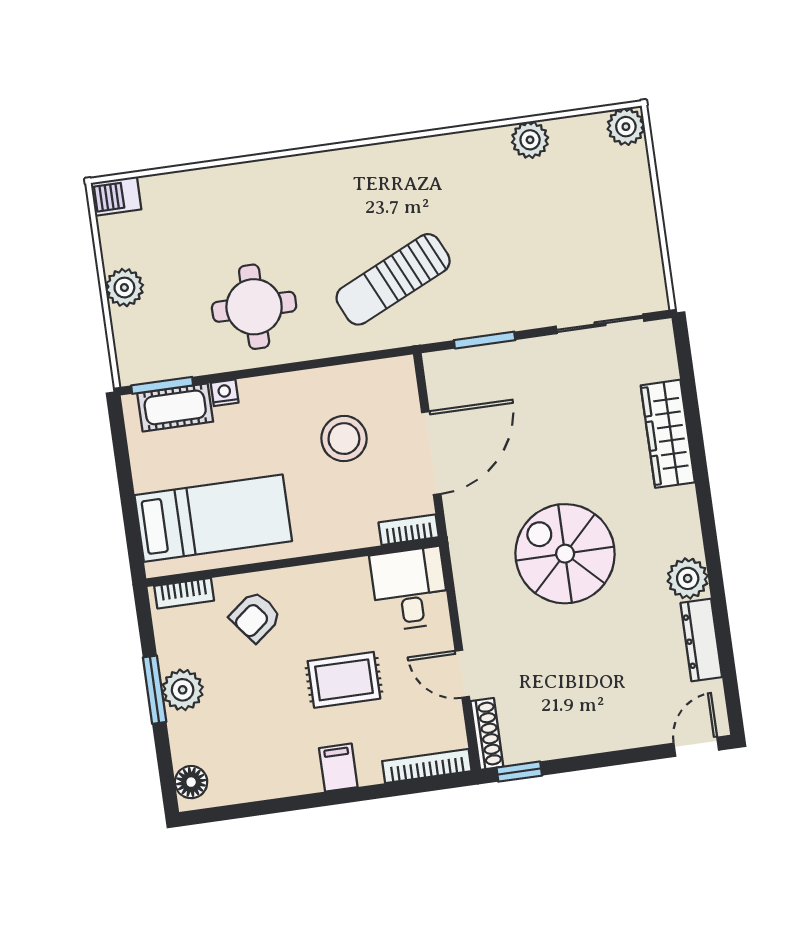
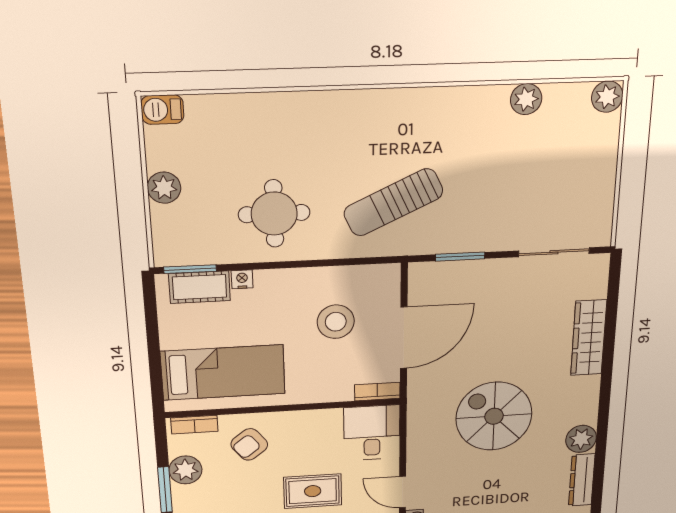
plant: (183, 690) -> (186, 470), moved

